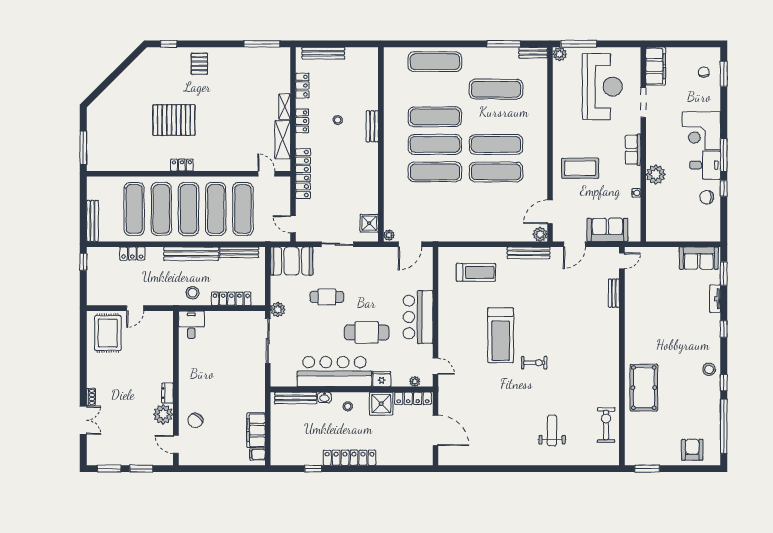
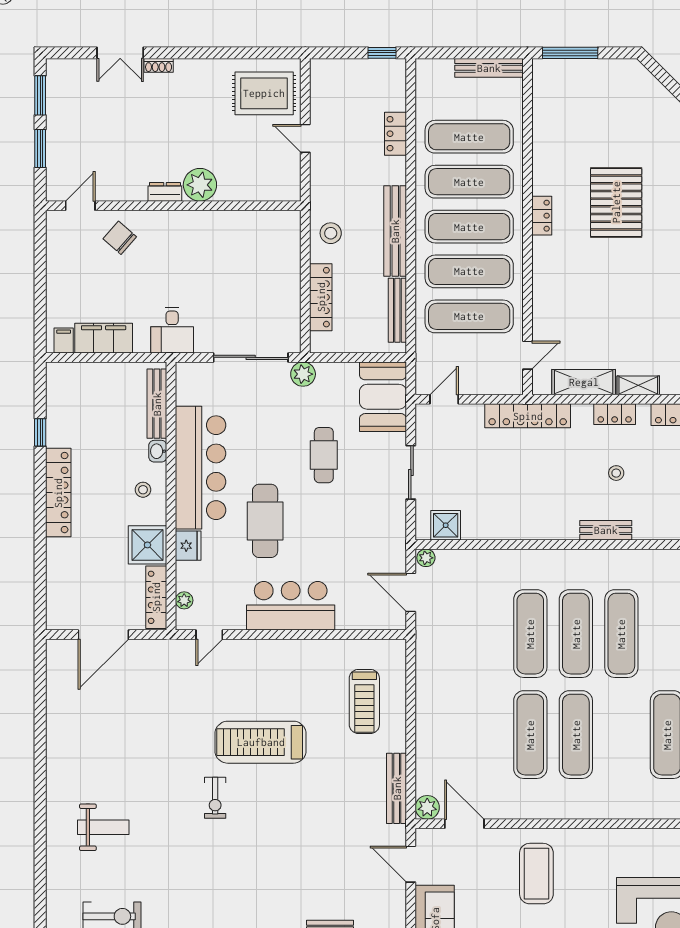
bench: (92, 221) -> (489, 68), moved
desk: (191, 325) -> (172, 330), moved, turned 90
plant: (163, 414) -> (200, 185), moved

